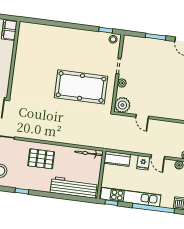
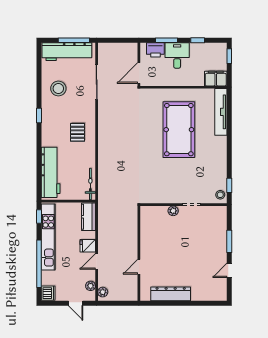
tv unit: (40, 29) -> (221, 112), added
pool table: (81, 87) -> (179, 130), moved
plant: (122, 105) -> (149, 215), removed
door: (142, 117) -> (139, 267), moved
pallet: (41, 159) -> (78, 132), width x0.67, depth x0.71

